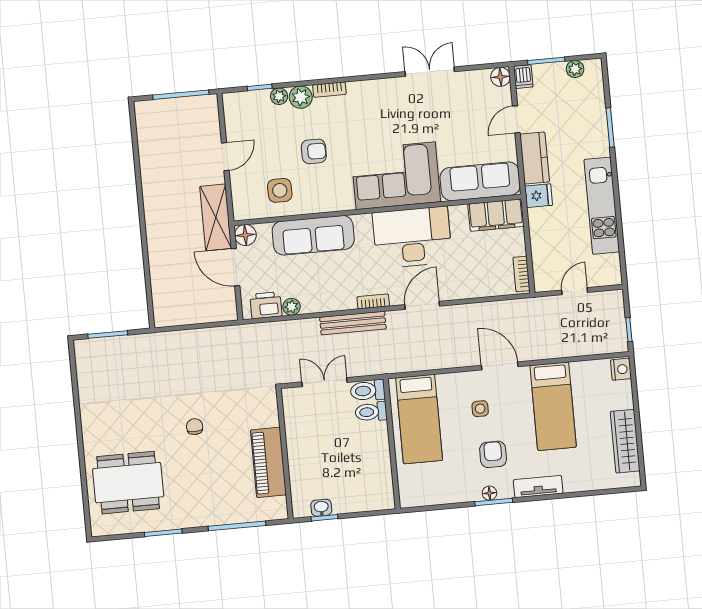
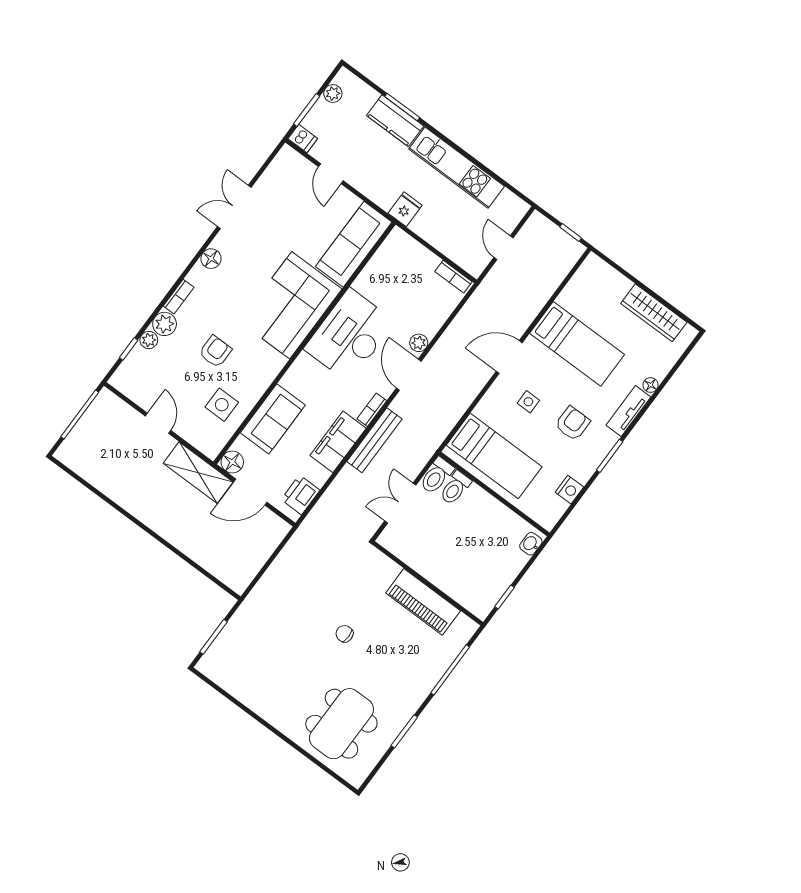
floor lamp: (500, 77) -> (211, 259), moved
kitchen counter: (535, 158) -> (395, 121), moved, turned 180
filing cabinet: (496, 215) -> (338, 442), moved, turned 180
sofa: (313, 235) -> (273, 419), width x0.73
plant: (291, 307) -> (419, 343), moved
nightstand: (621, 369) -> (569, 490), moved, turned 90
armchair: (493, 454) -> (573, 423), turned 90
floor lamp: (489, 493) -> (651, 385), moved
washbasin: (321, 508) -> (531, 544), moved

